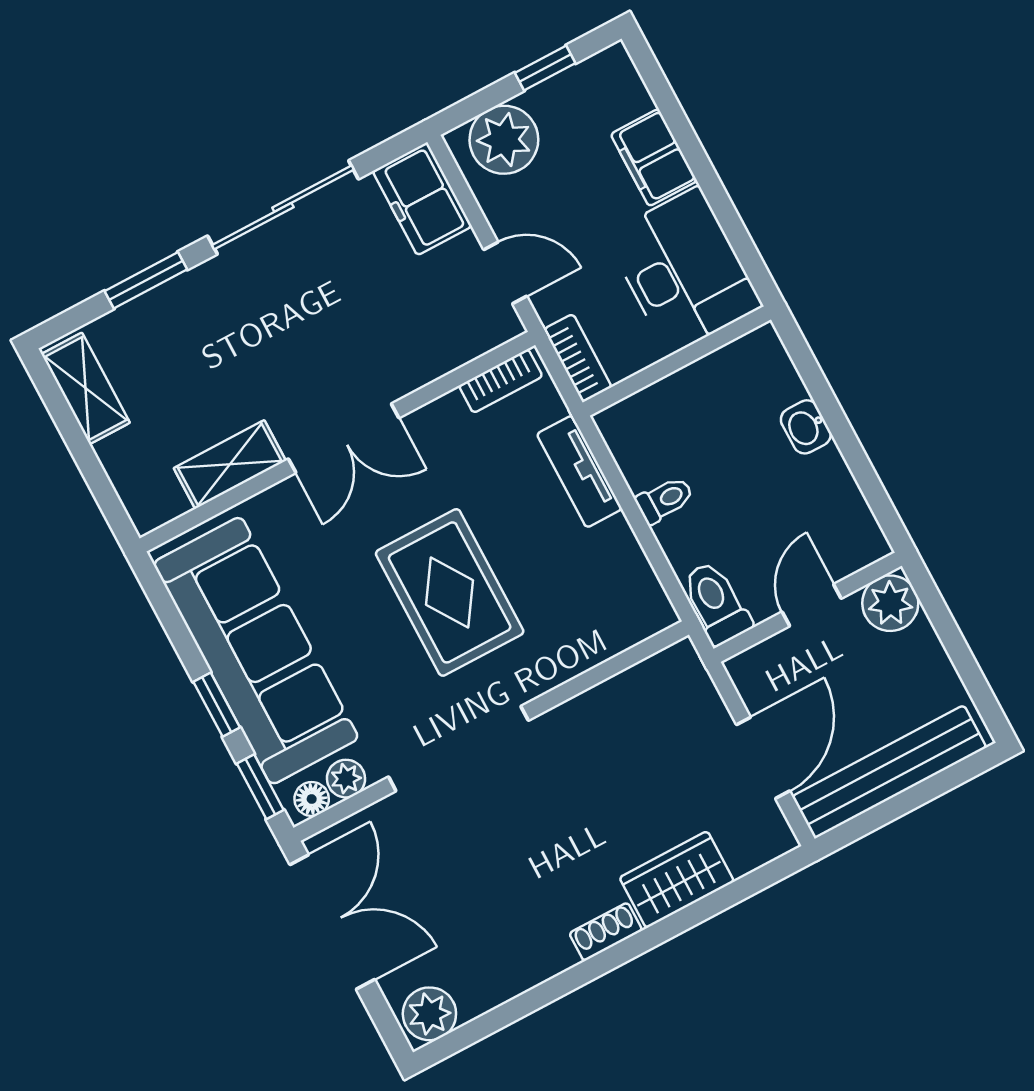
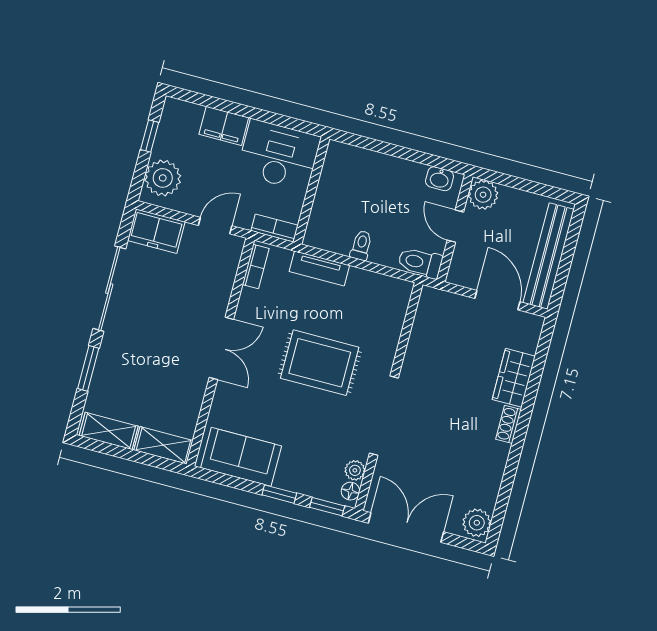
washbasin: (806, 427) -> (440, 179), moved
shelving: (230, 464) -> (163, 445), moved, turned 90
sofa: (256, 651) -> (241, 457), width x0.54, depth x0.79

